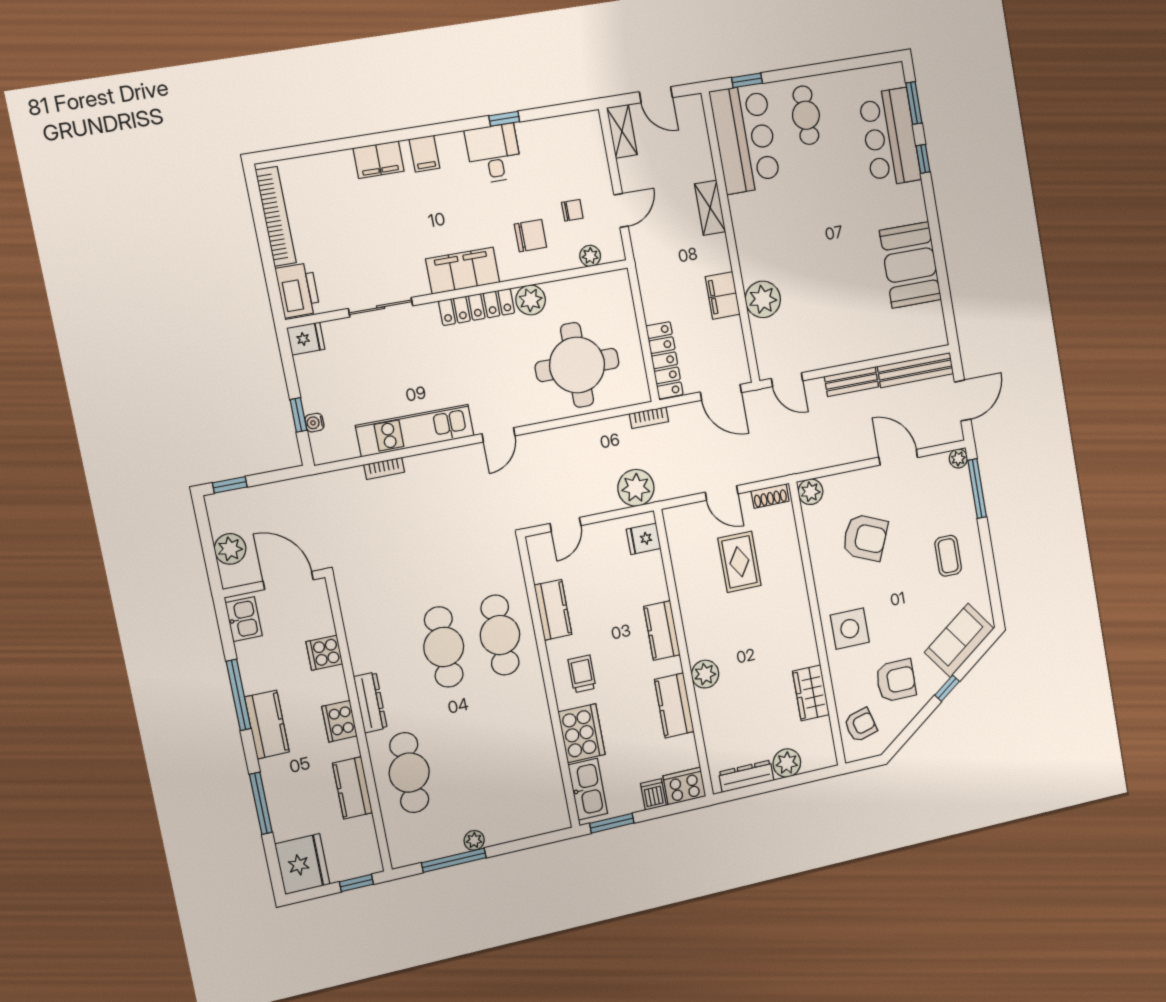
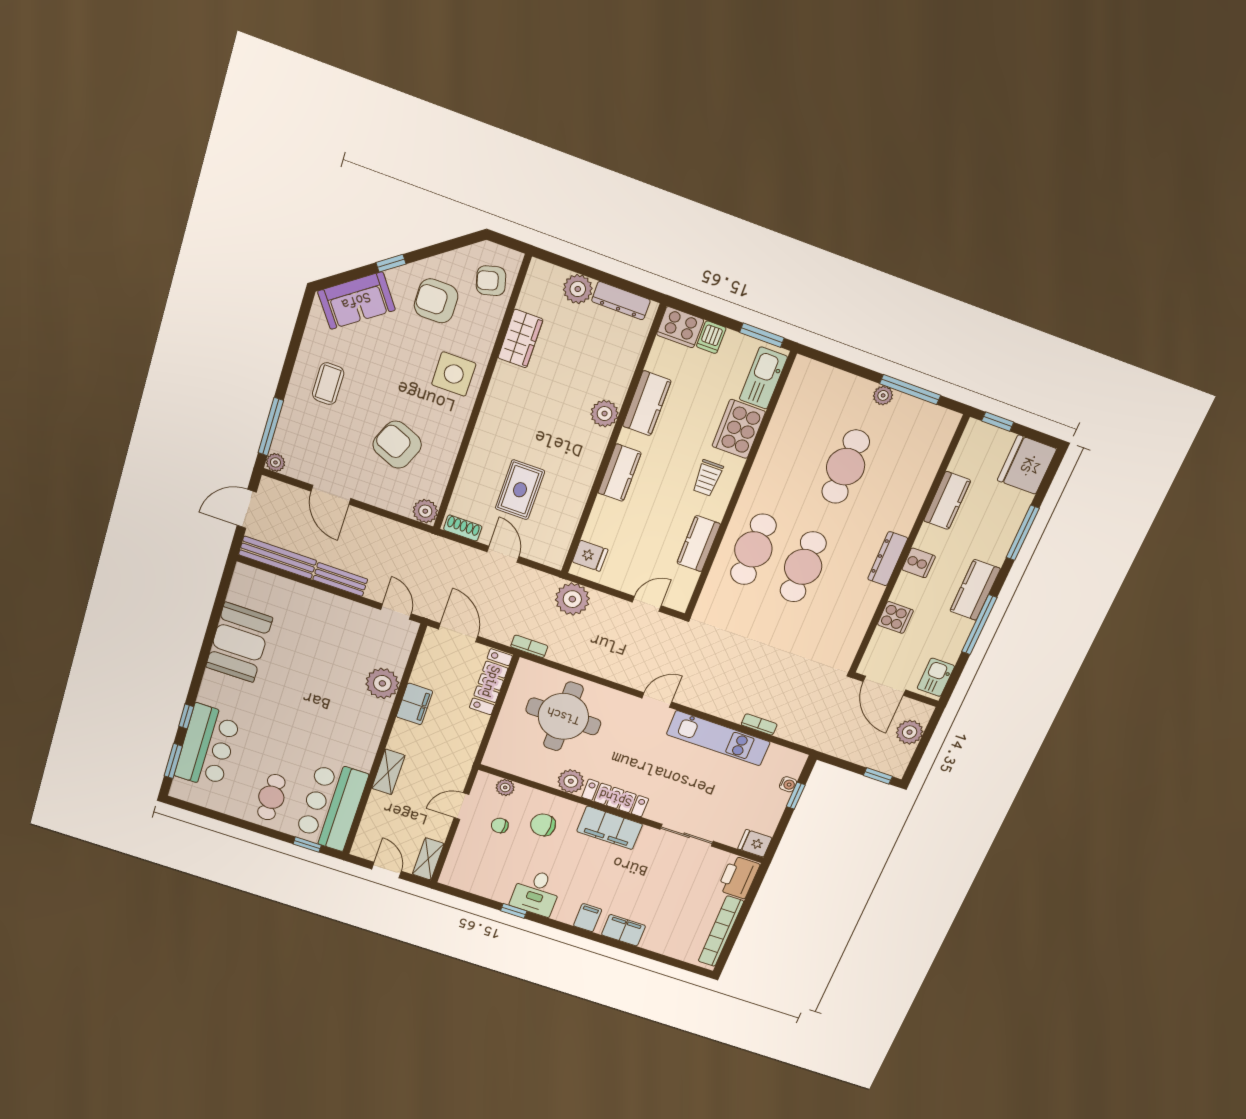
cooker: (339, 721) -> (919, 563), width x0.73
cafe table: (409, 773) -> (846, 467), moved

